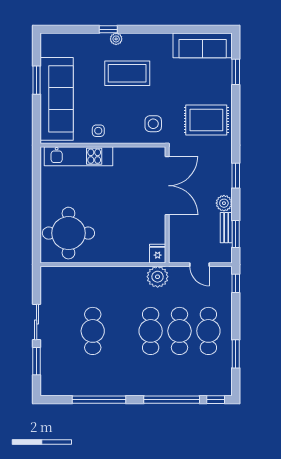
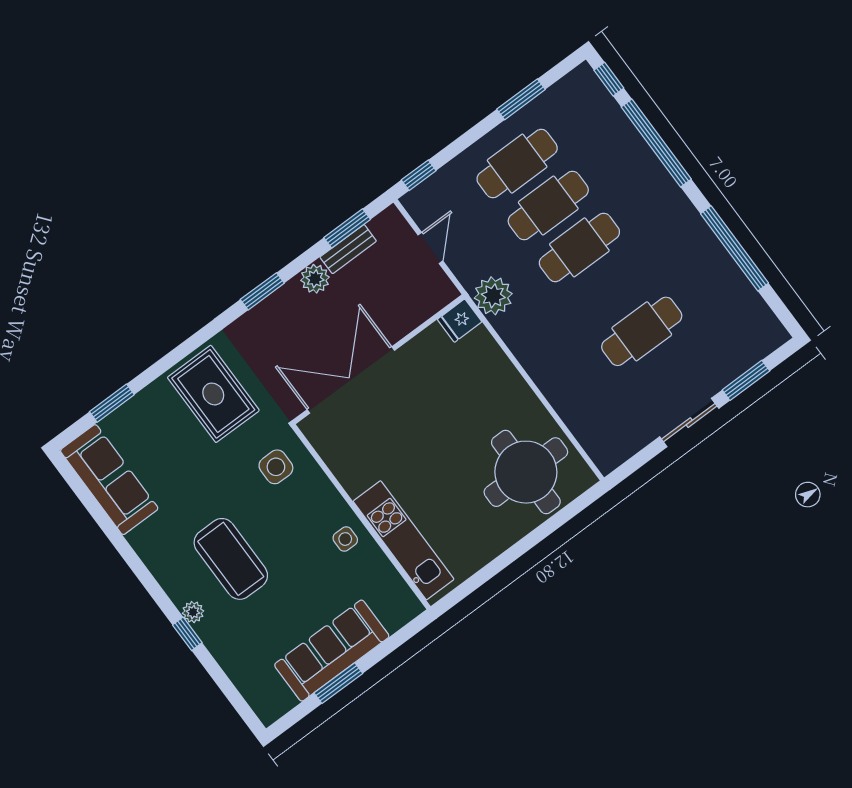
sofa: (57, 99) -> (332, 651), width x0.74, depth x0.79

